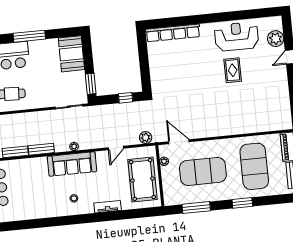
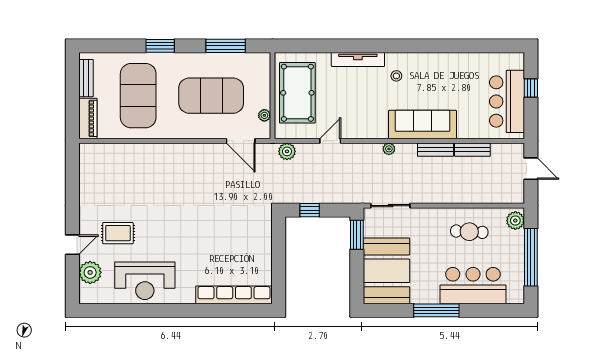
booth: (71, 54) -> (386, 271), width x1.36, depth x1.42
rug: (233, 70) -> (118, 233), moved, turned 90
sofa: (72, 164) -> (423, 125), moved
tv unit: (108, 207) -> (358, 59), width x1.41

